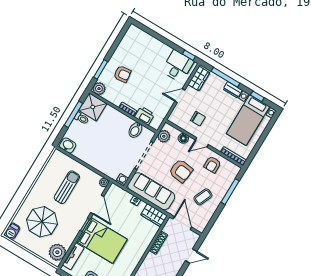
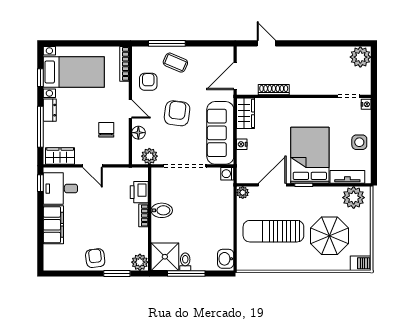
filing cabinet: (157, 47) -> (53, 225), added
armchair: (122, 74) -> (95, 258), moved
bidet: (135, 130) -> (162, 210), moved
armchair: (212, 165) -> (148, 82), turned -90
sun lounger: (67, 187) -> (273, 231), width x1.36, depth x1.34
coffee table: (203, 197) -> (175, 63), moved

